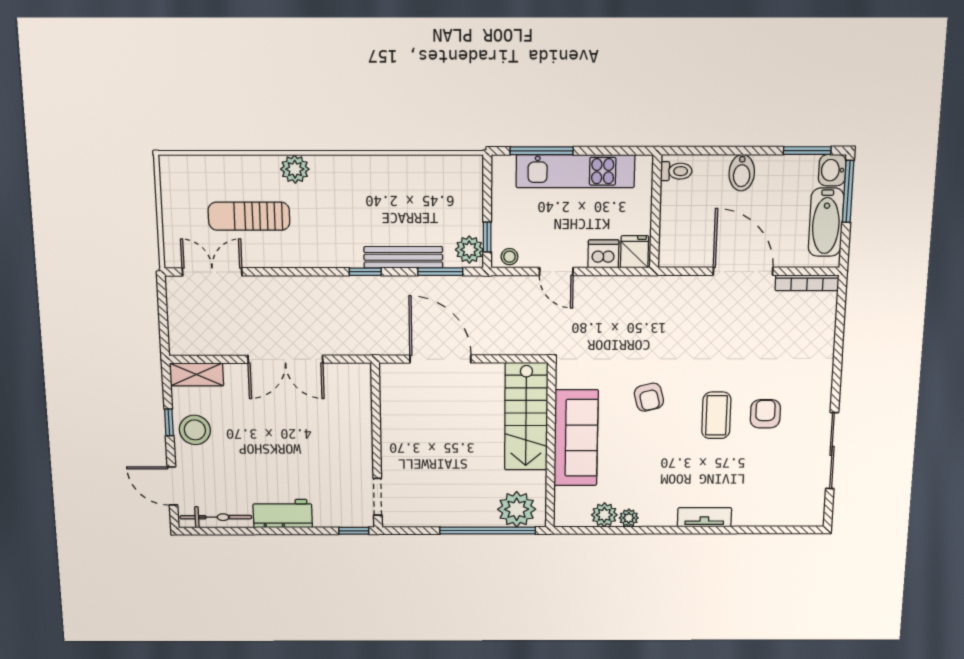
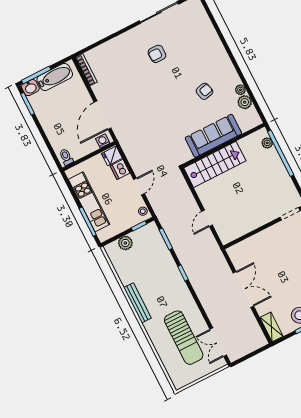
plant: (295, 169) -> (152, 327), removed
bidet: (742, 173) -> (52, 127), removed
sun lounger: (249, 216) -> (184, 338), width x1.36, depth x1.34
washing machine: (669, 249) -> (103, 141), added
plant: (469, 250) -> (125, 243), moved
bench: (403, 257) -> (137, 303), moved
door: (743, 271) -> (103, 115), moved
door: (440, 359) -> (207, 218), width x0.53
armchair: (649, 397) -> (204, 91), moved
coffee table: (716, 415) -> (169, 76), removed
plant: (517, 509) -> (267, 143), width x0.53, depth x0.53
tv unit: (704, 517) -> (222, 54), removed

